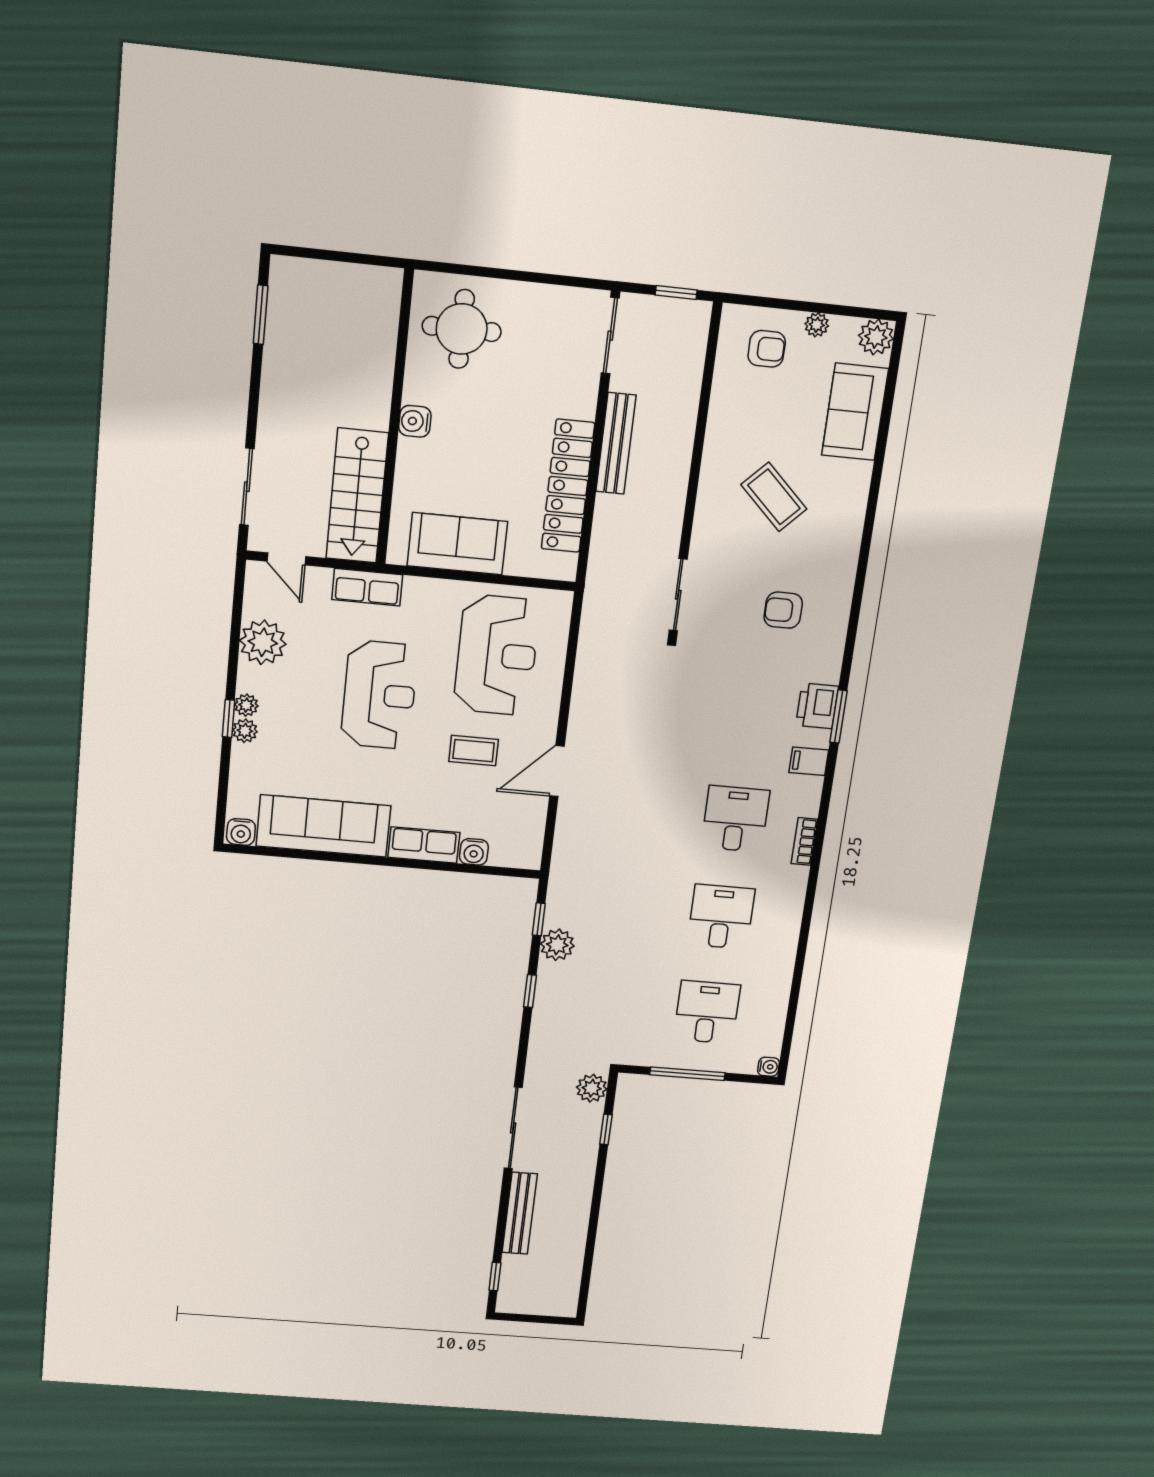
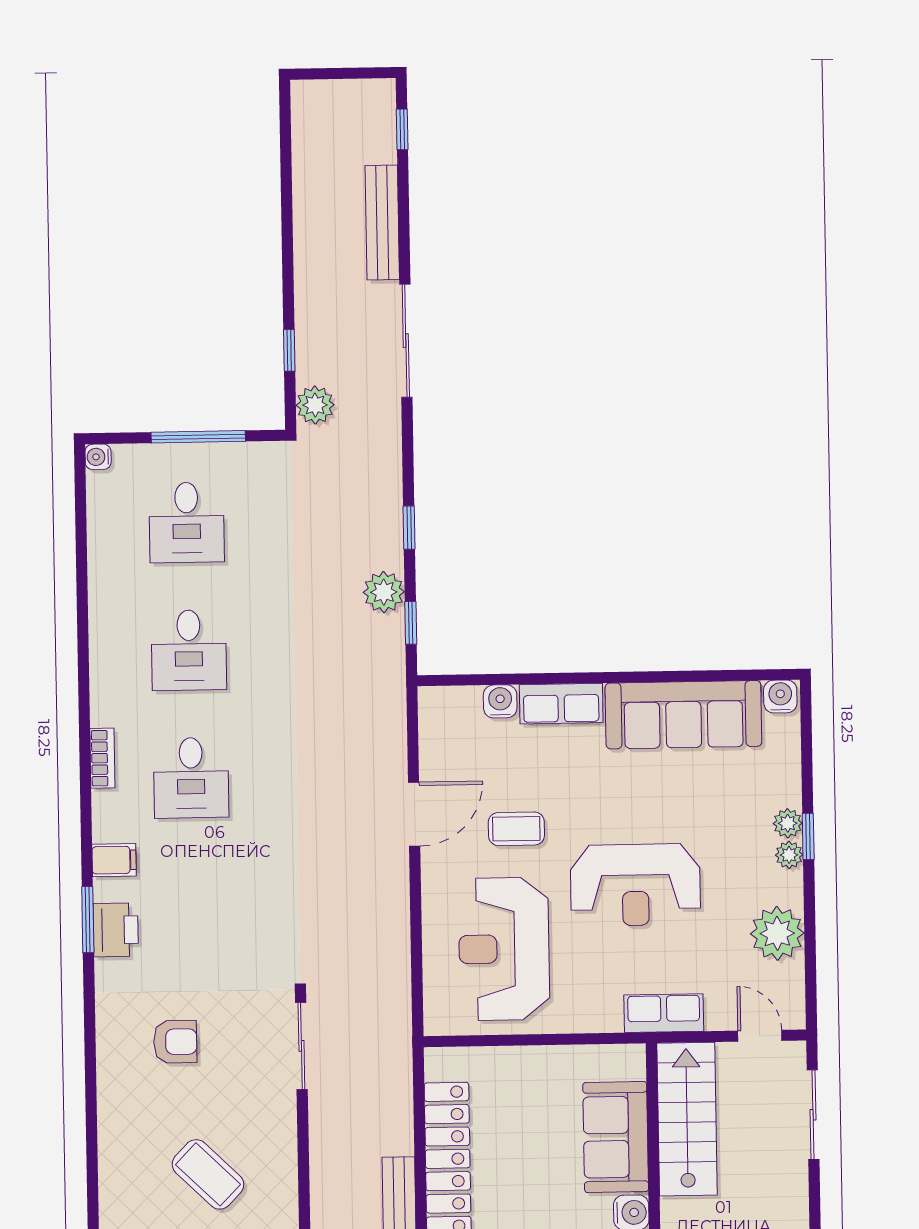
sofa: (457, 544) -> (616, 1137), moved, turned 90
reception desk: (379, 695) -> (635, 885), turned -90

